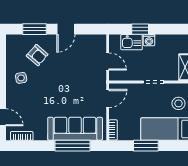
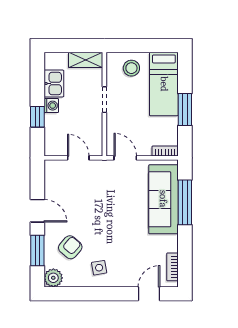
plant: (13, 42) -> (53, 278), added
kitchen sink: (132, 42) -> (54, 84), moved
door: (108, 61) -> (78, 158), hinge flipped

